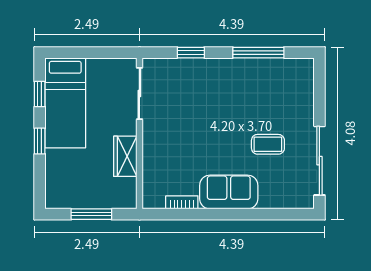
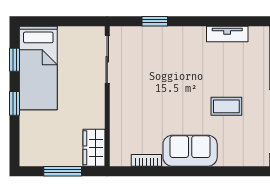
window: (258, 53) -> (218, 21), removed
tv unit: (269, 66) -> (227, 34), added
wardrobe: (125, 156) -> (94, 148), moved

